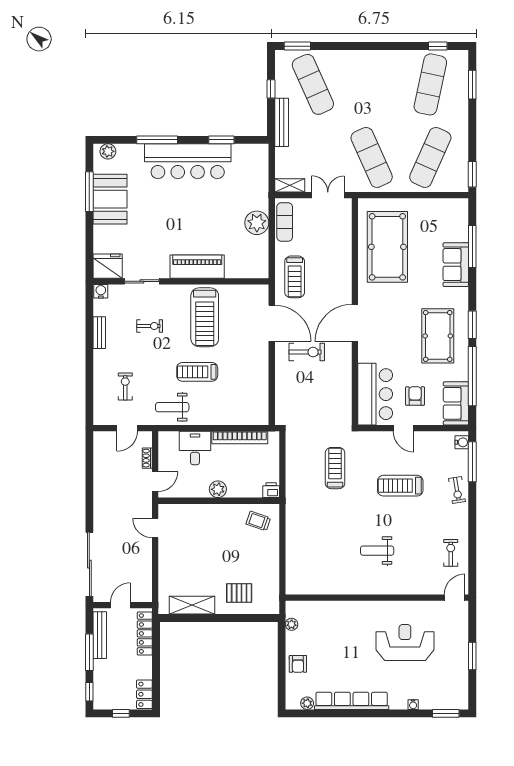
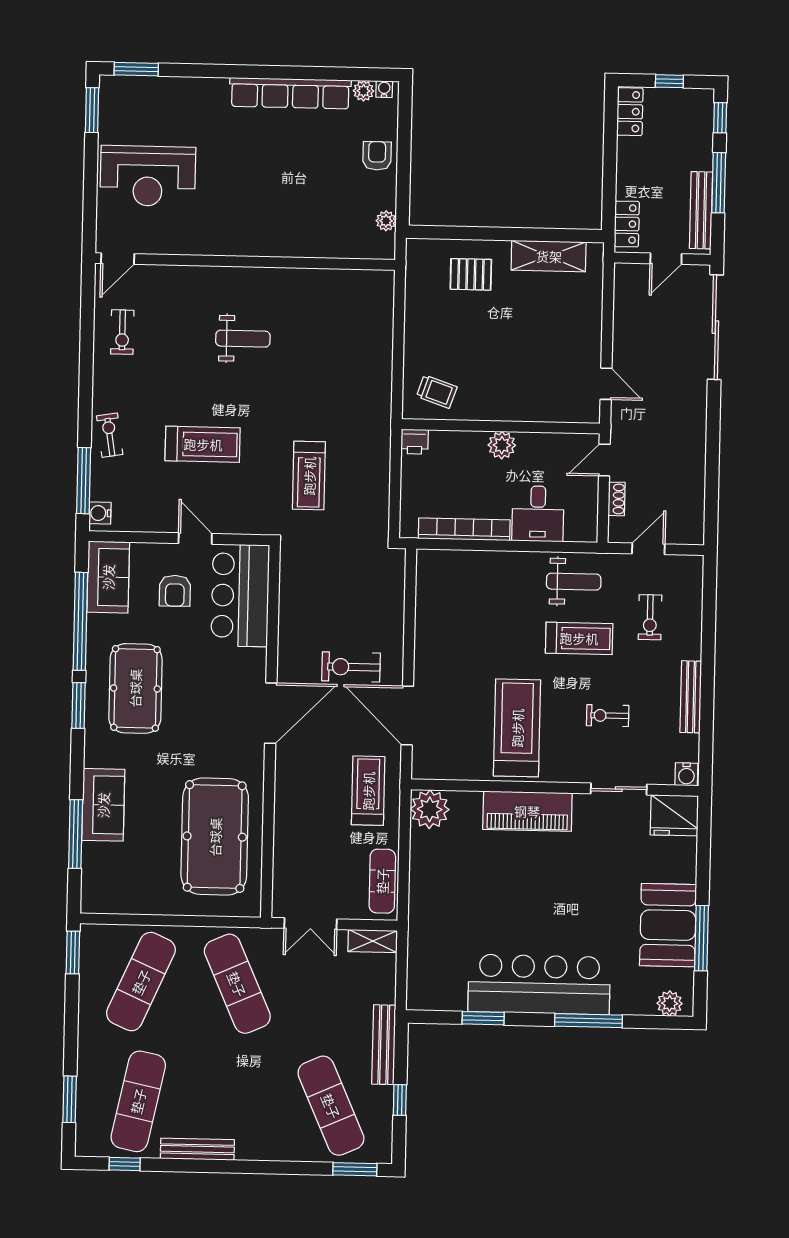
bench: (394, 56) -> (197, 1149), added
plant: (257, 223) -> (430, 809), moved
bench: (99, 333) -> (691, 697), width x1.36
treadmill: (197, 372) -> (579, 638), moved
locker: (145, 633) -> (627, 224), width x0.66
reception desk: (405, 643) -> (148, 176), moved
window: (472, 656) -> (92, 110), moved
water cooler: (413, 705) -> (384, 89), moved

